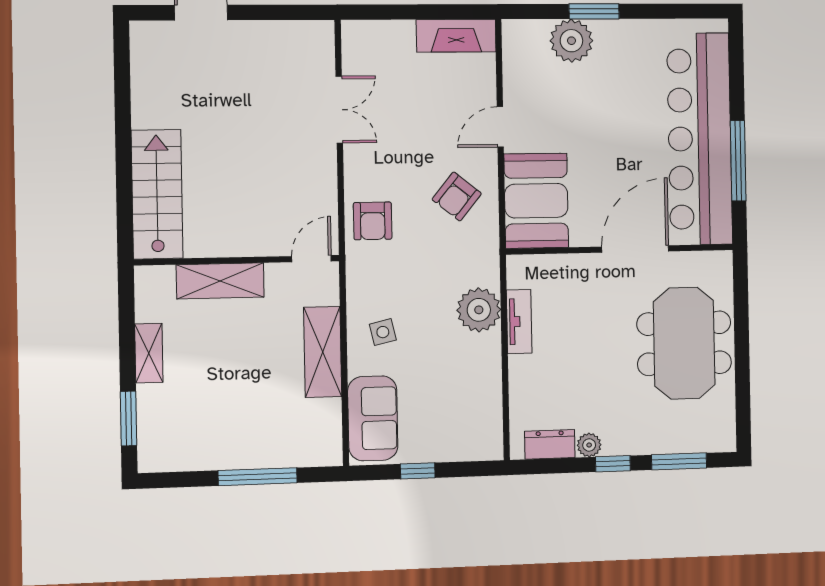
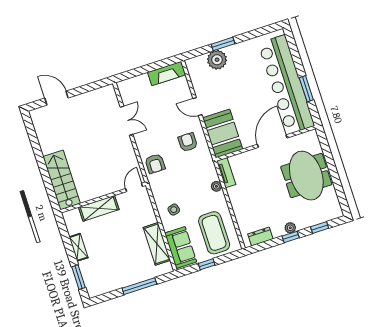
door: (500, 127) -> (197, 107), hinge flipped
window: (738, 161) -> (306, 89), width x0.69
armchair: (457, 196) -> (188, 142), turned 141
plant: (479, 310) -> (216, 186), width x0.53, depth x0.53
tv unit: (519, 322) -> (226, 173), moved
shelving: (323, 352) -> (157, 244), moved
coffee table: (454, 408) -> (214, 233), added
plant: (589, 445) -> (290, 228), moved
window: (679, 461) -> (320, 228), width x0.67

